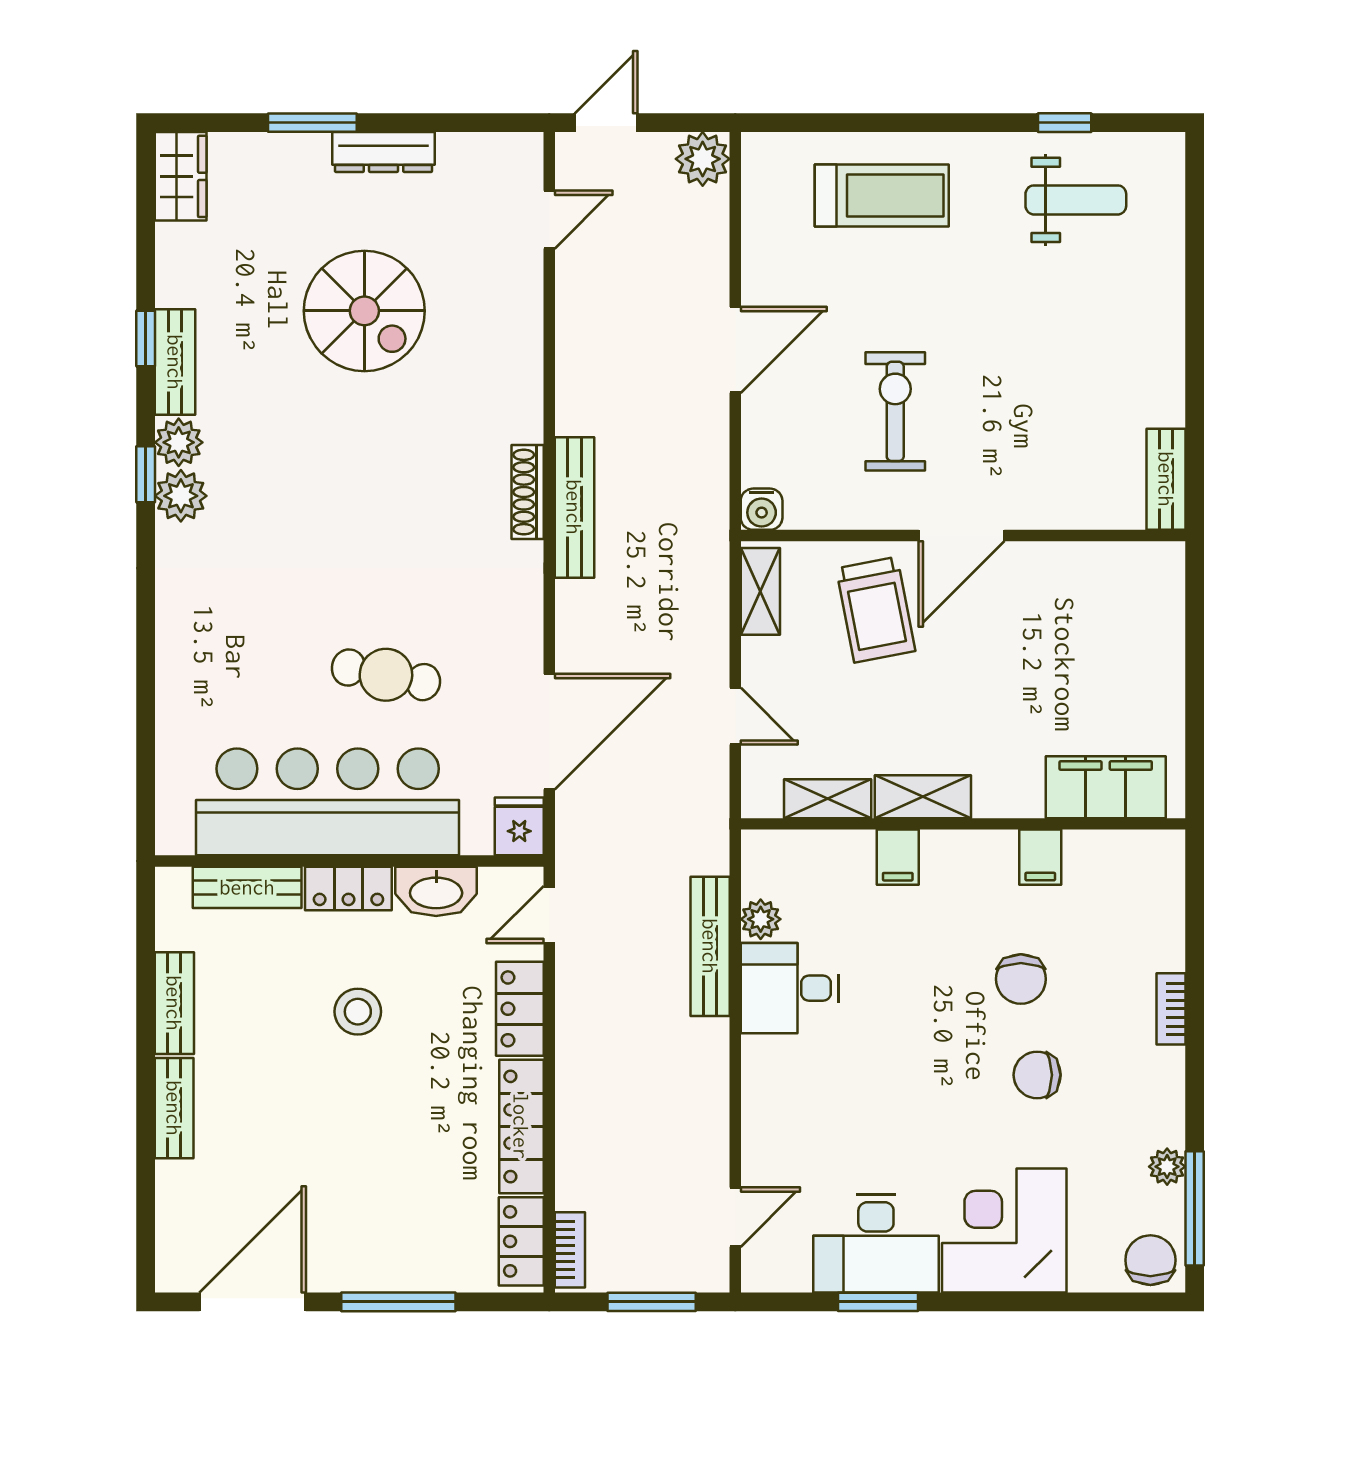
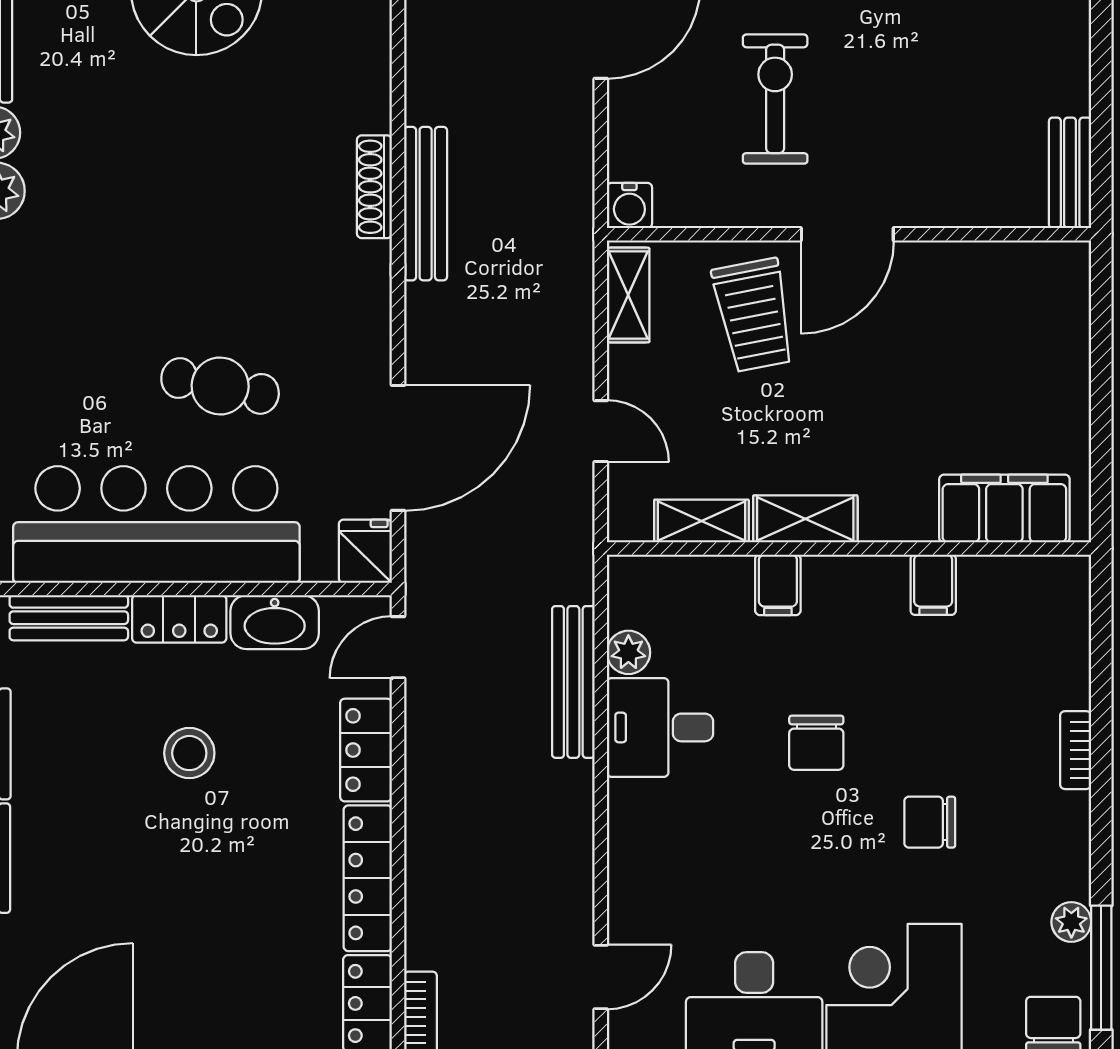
chair: (1021, 979) -> (816, 743), moved

